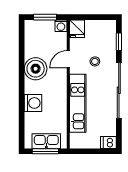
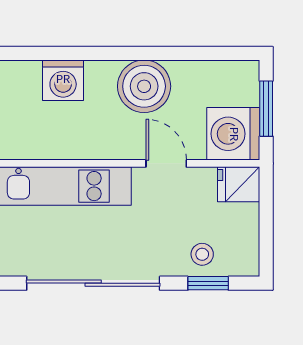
washing machine: (61, 26) -> (233, 134), width x1.89, depth x1.89
stool: (95, 61) -> (202, 254), moved

